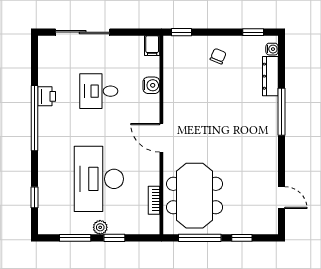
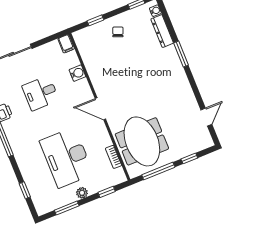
window: (182, 32) -> (95, 20), moved
window: (281, 112) -> (181, 54), width x0.69
door: (281, 198) -> (206, 117), hinge flipped
window: (114, 238) -> (107, 192), moved

